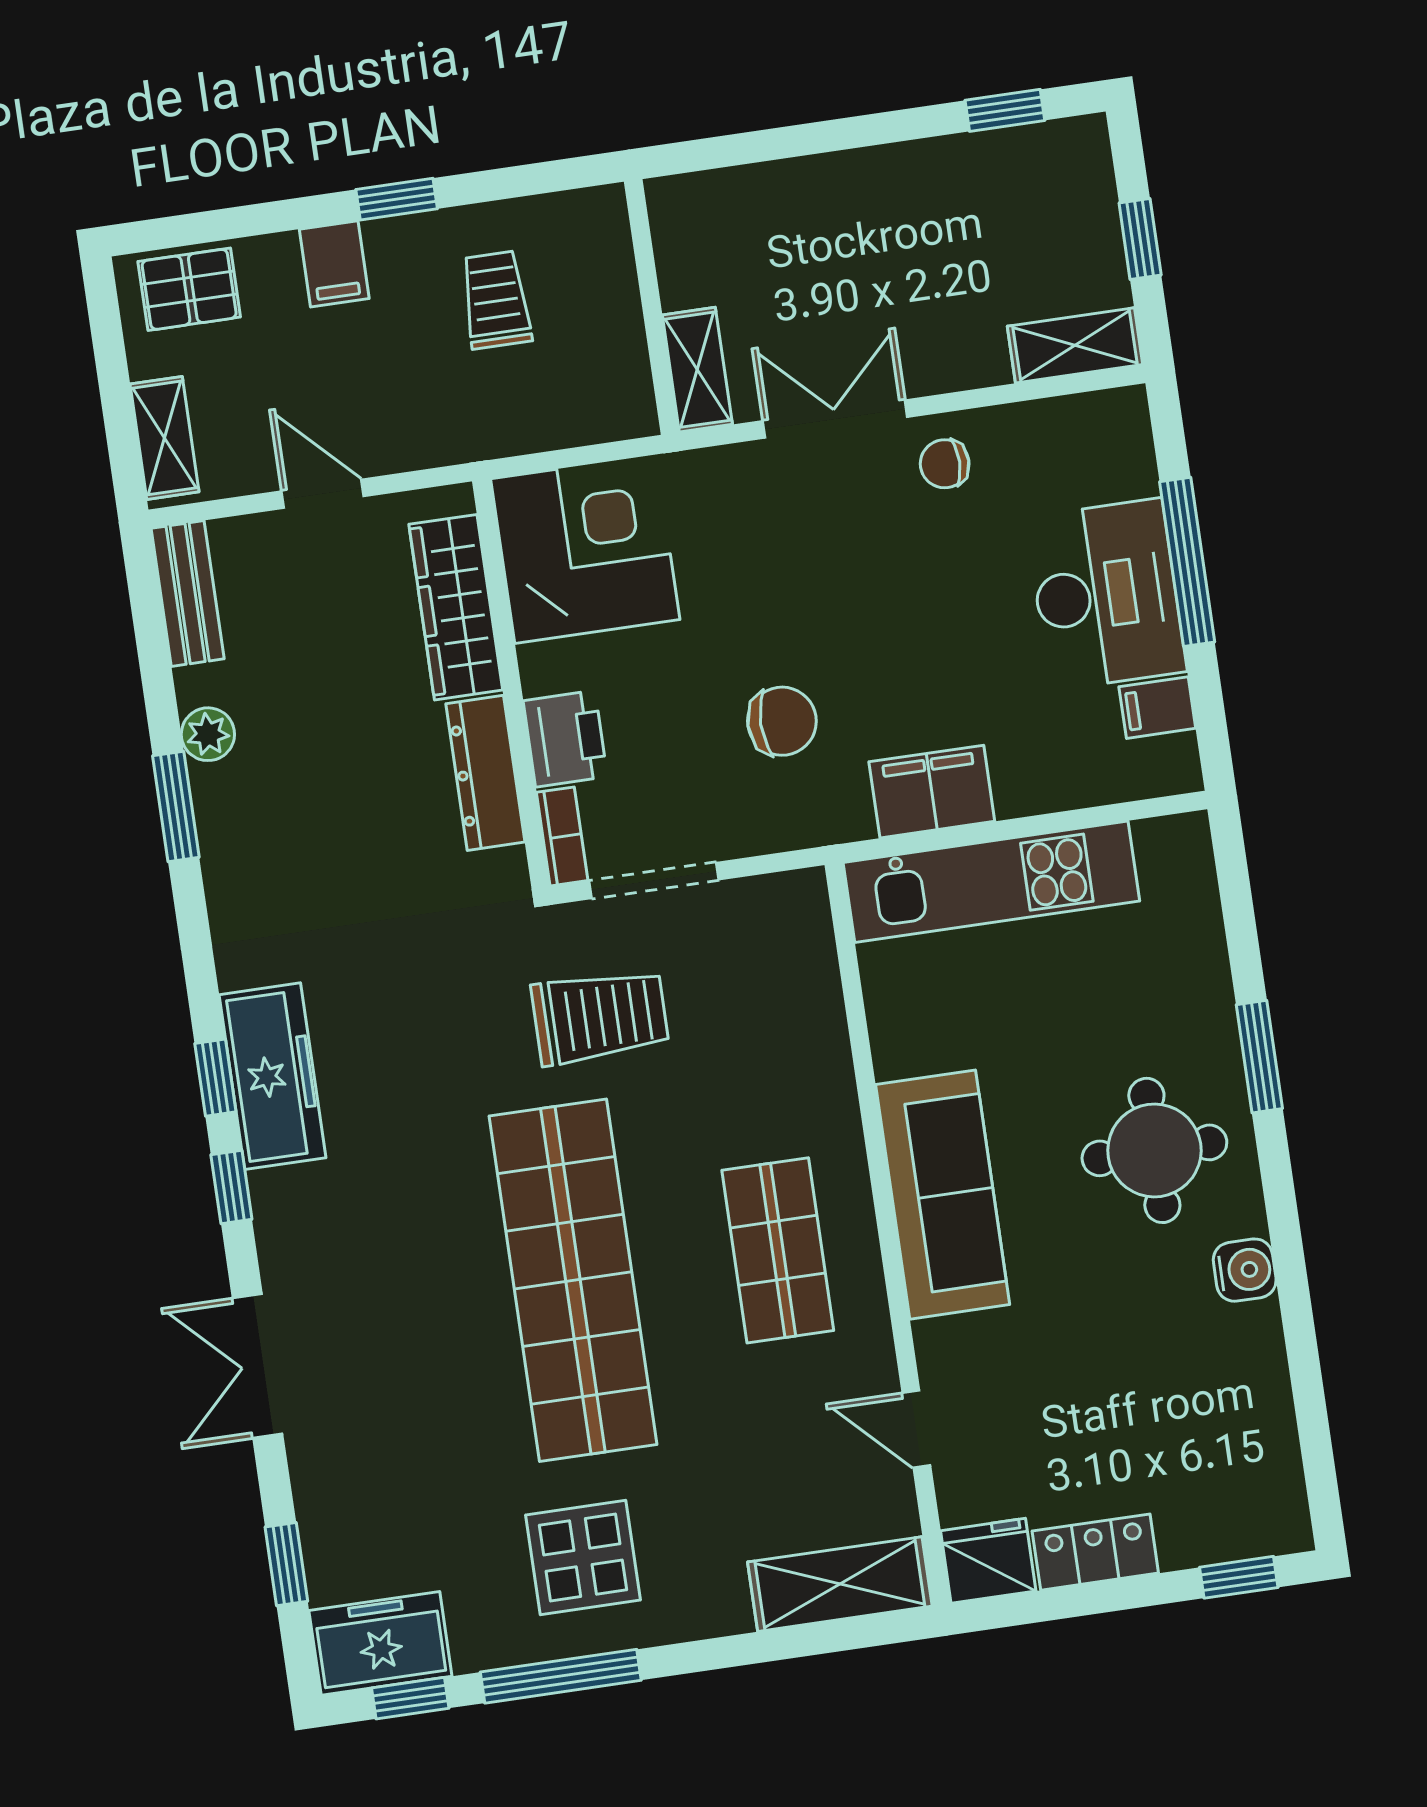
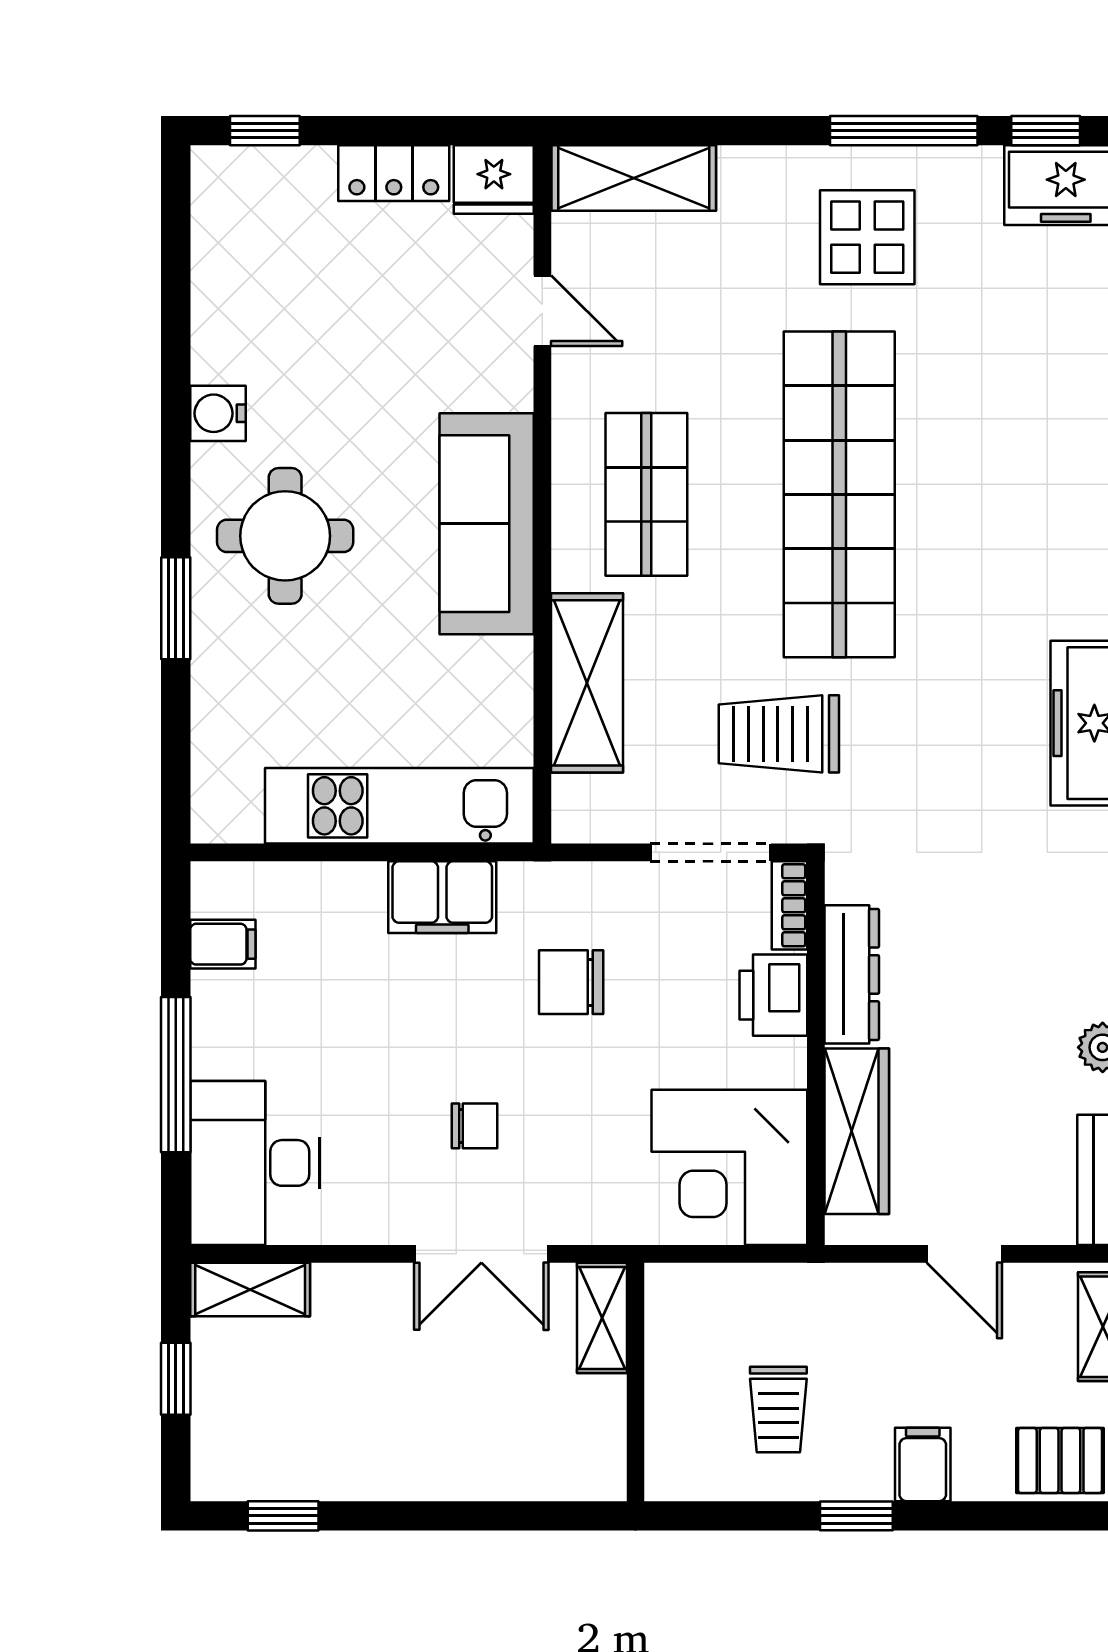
chair: (945, 464) -> (475, 1126), moved
desk: (1106, 594) -> (255, 1163), moved
shelving: (811, 1041) -> (587, 683), added

